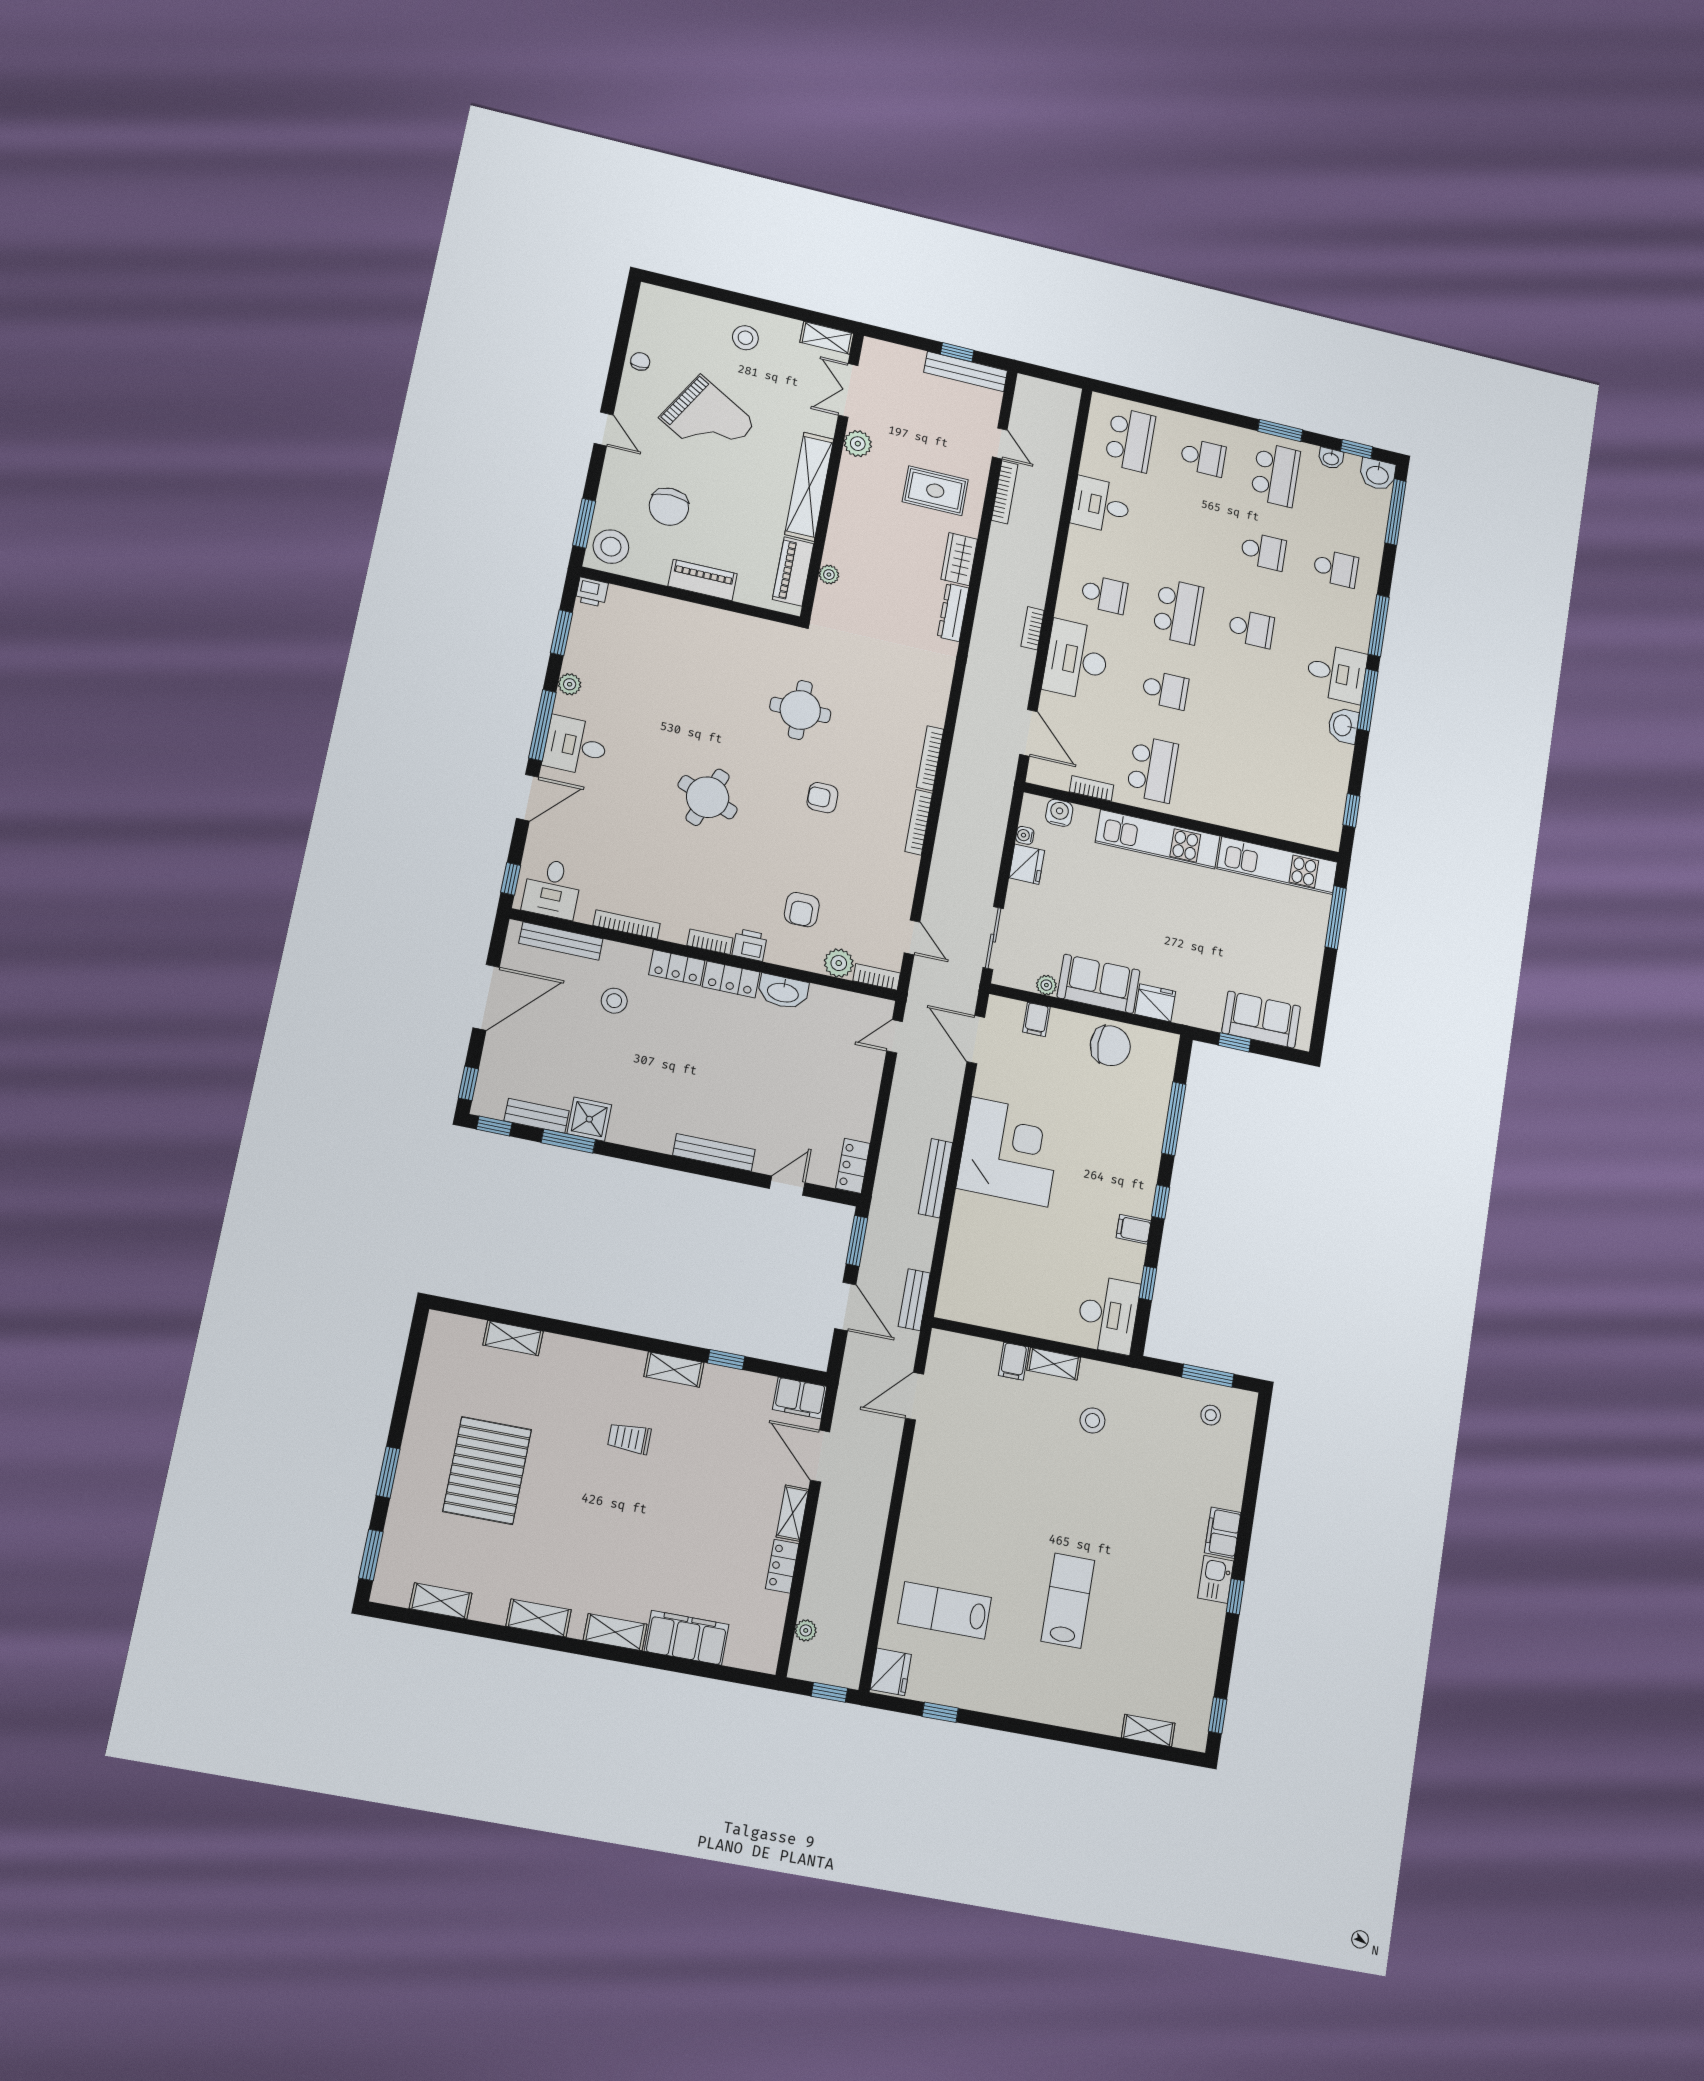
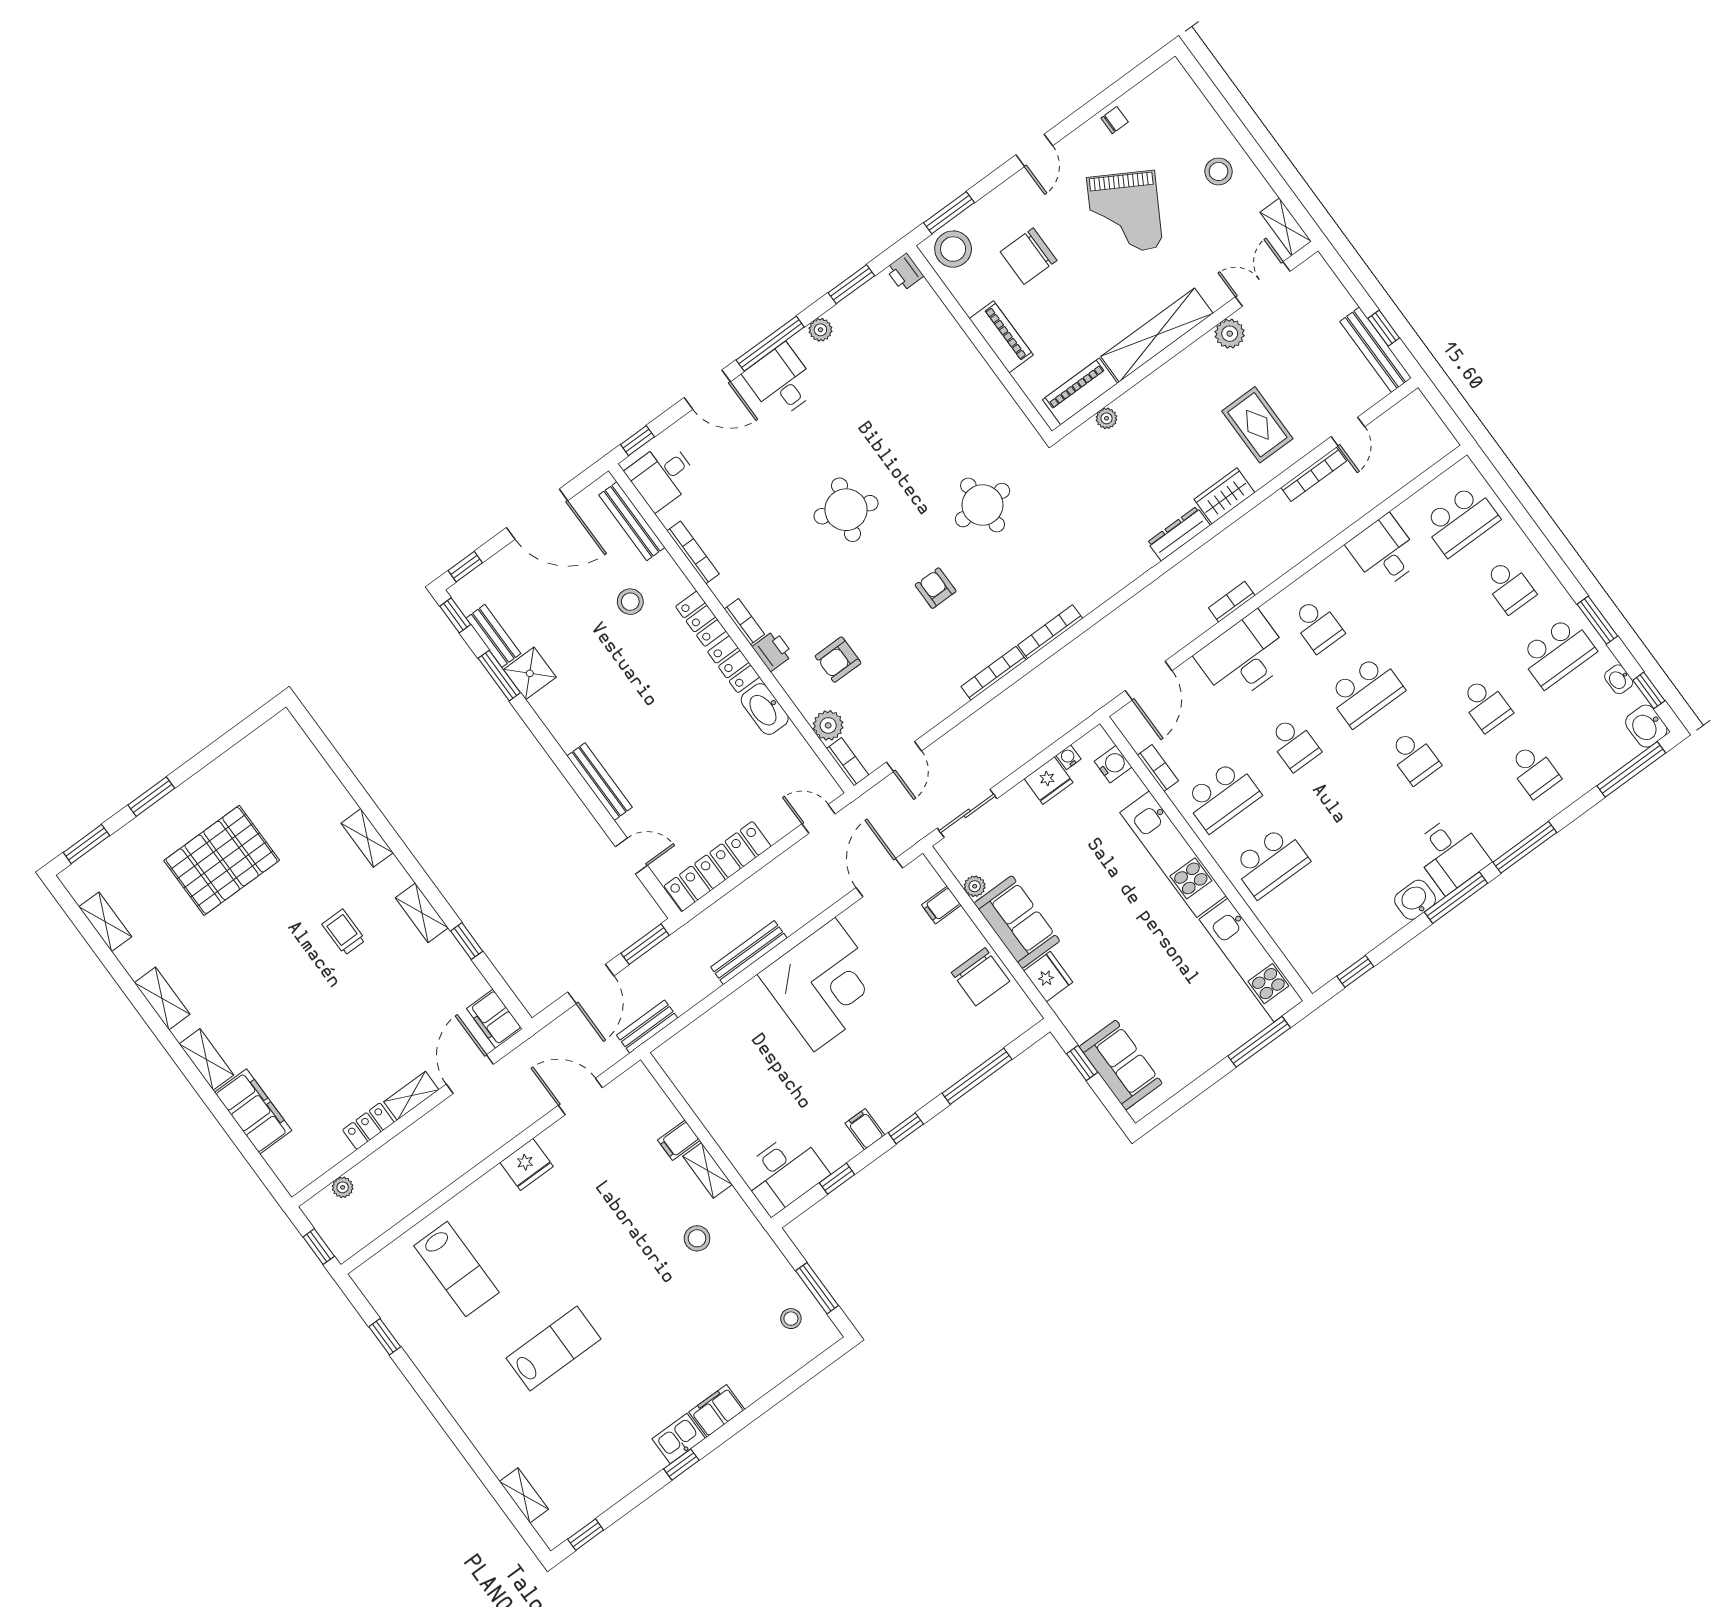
school desk: (1227, 786) -> (1270, 862), added
locker: (853, 1166) -> (718, 866), width x2.16, depth x1.21
shelving: (513, 1338) -> (367, 838), moved
lab bench: (945, 1610) -> (456, 1269), turned 180
fridge: (891, 1672) -> (527, 1164), moved

